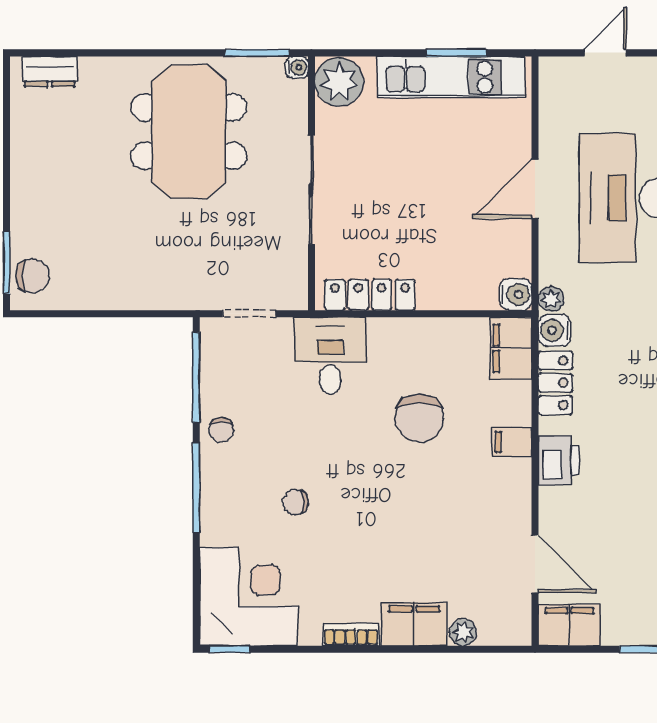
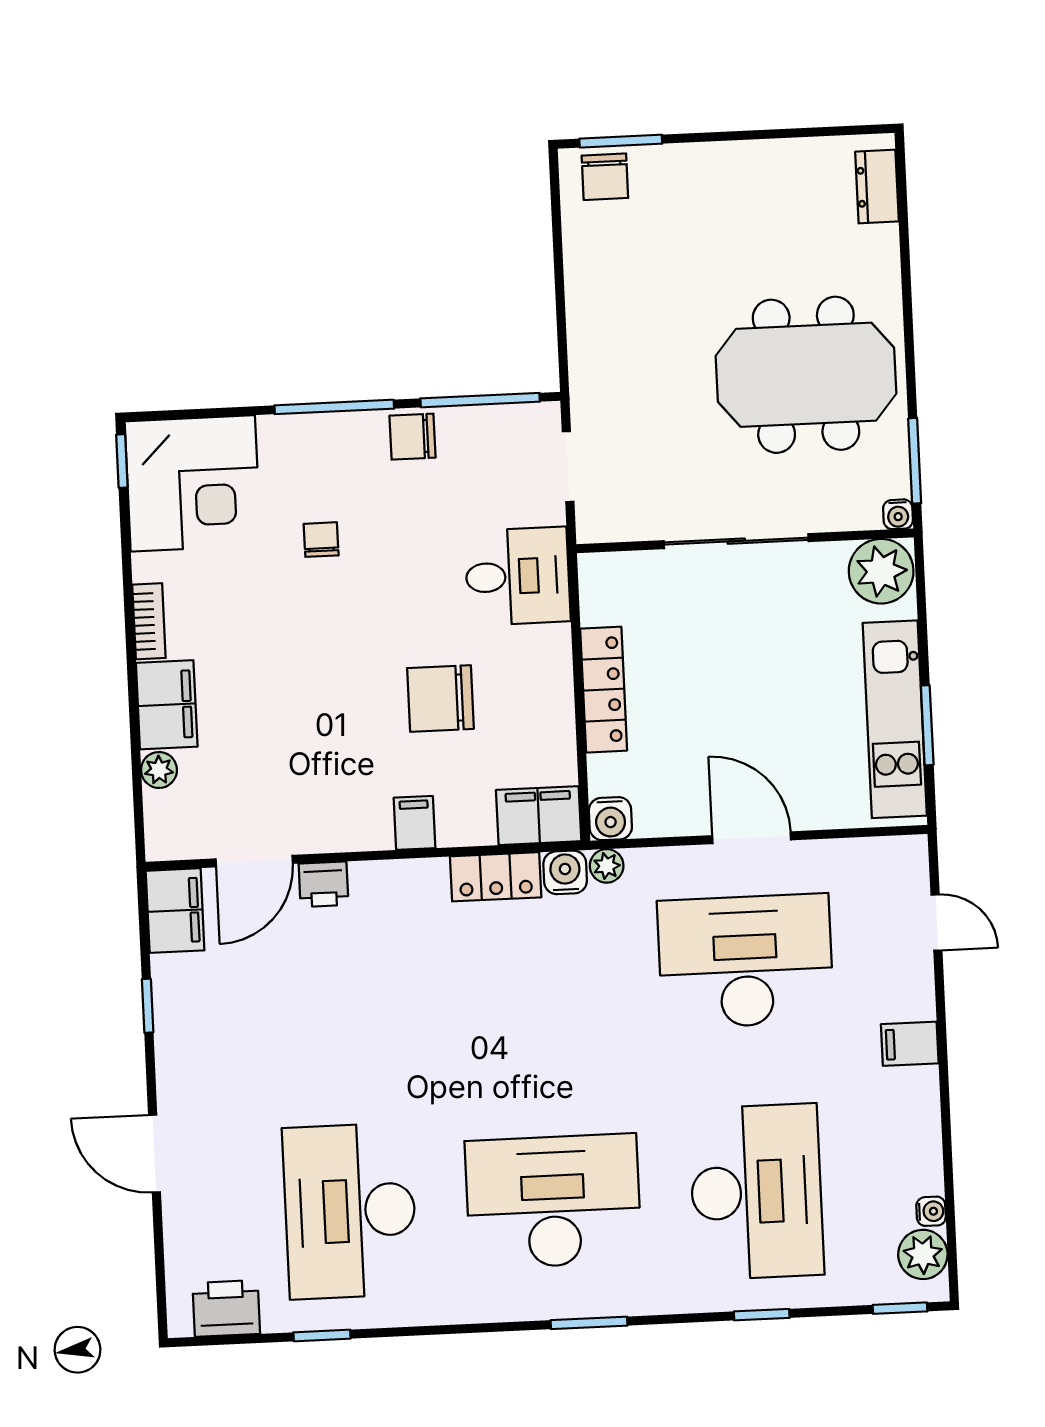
locker: (370, 295) -> (604, 690), moved
chair: (221, 430) -> (412, 437), width x1.37, depth x1.37
printer: (559, 460) -> (323, 884), moved, width x0.73, depth x0.81

